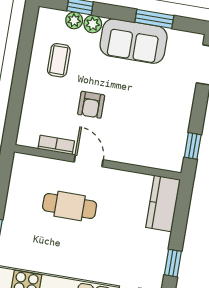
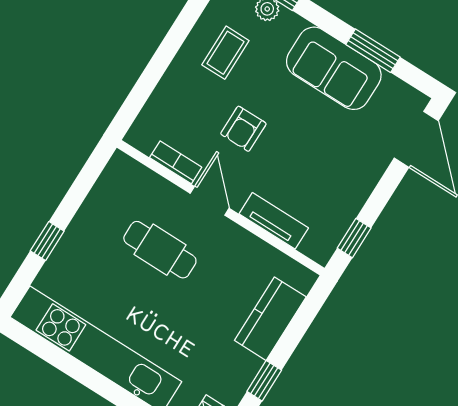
plant: (93, 24) -> (290, 24), removed
tv unit: (136, 156) -> (274, 221), added
kitchen counter: (163, 203) -> (270, 319), moved

